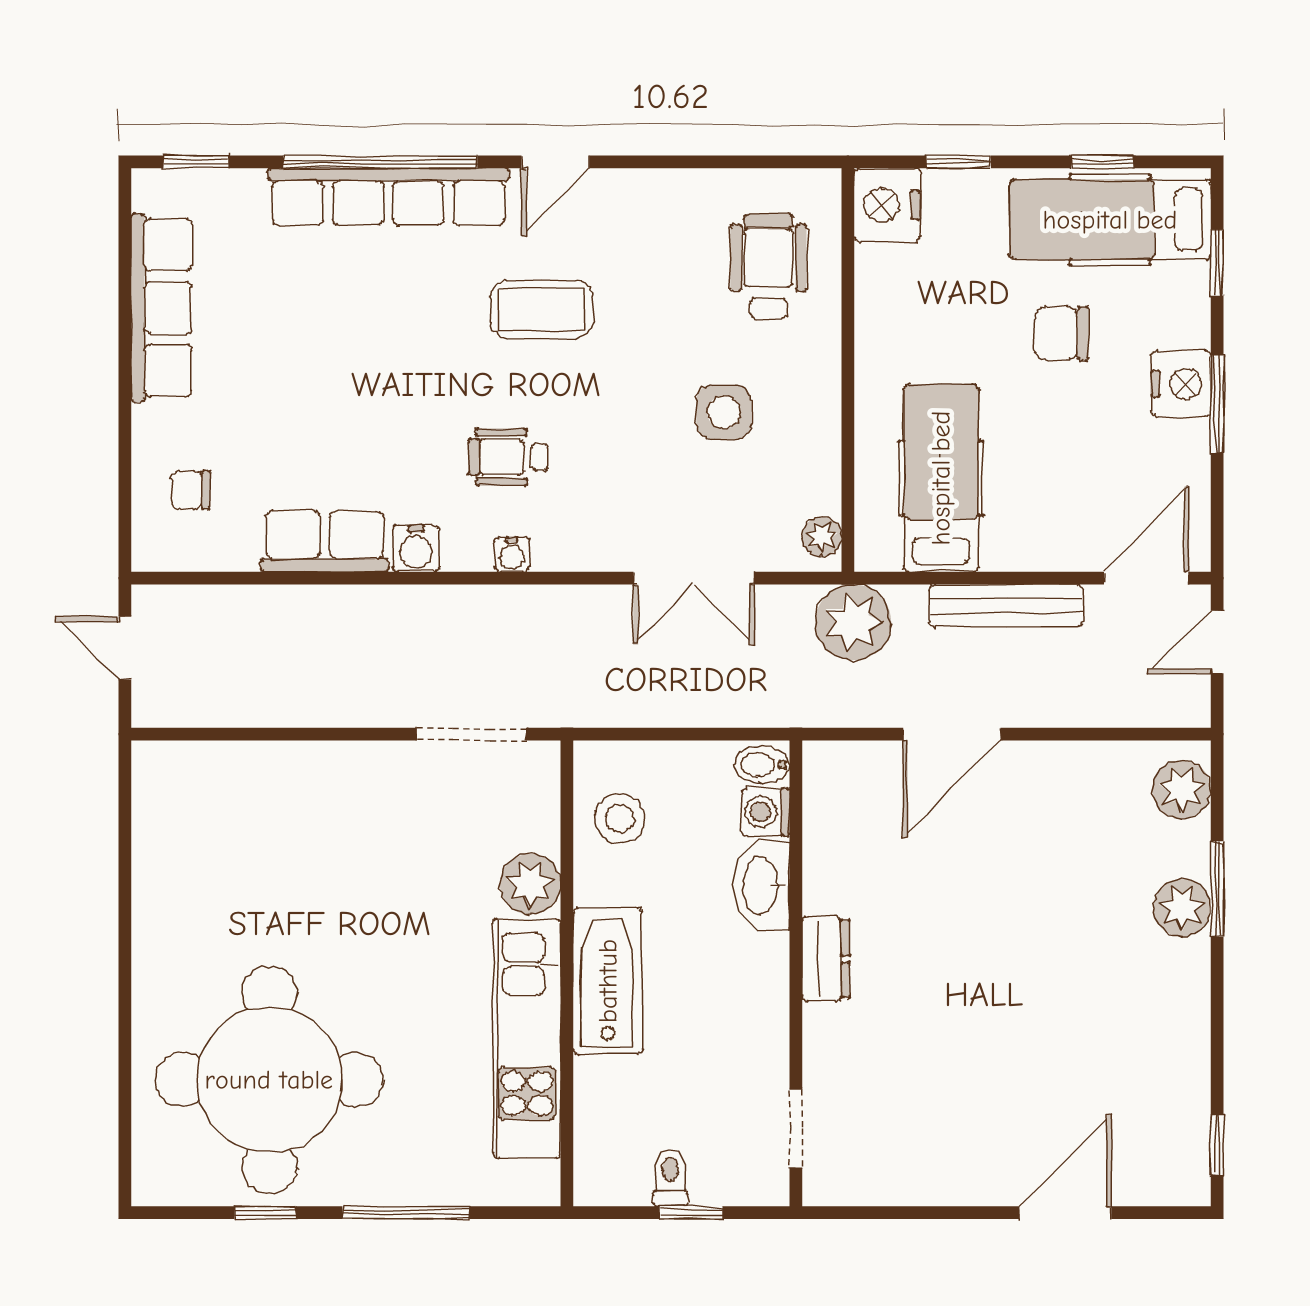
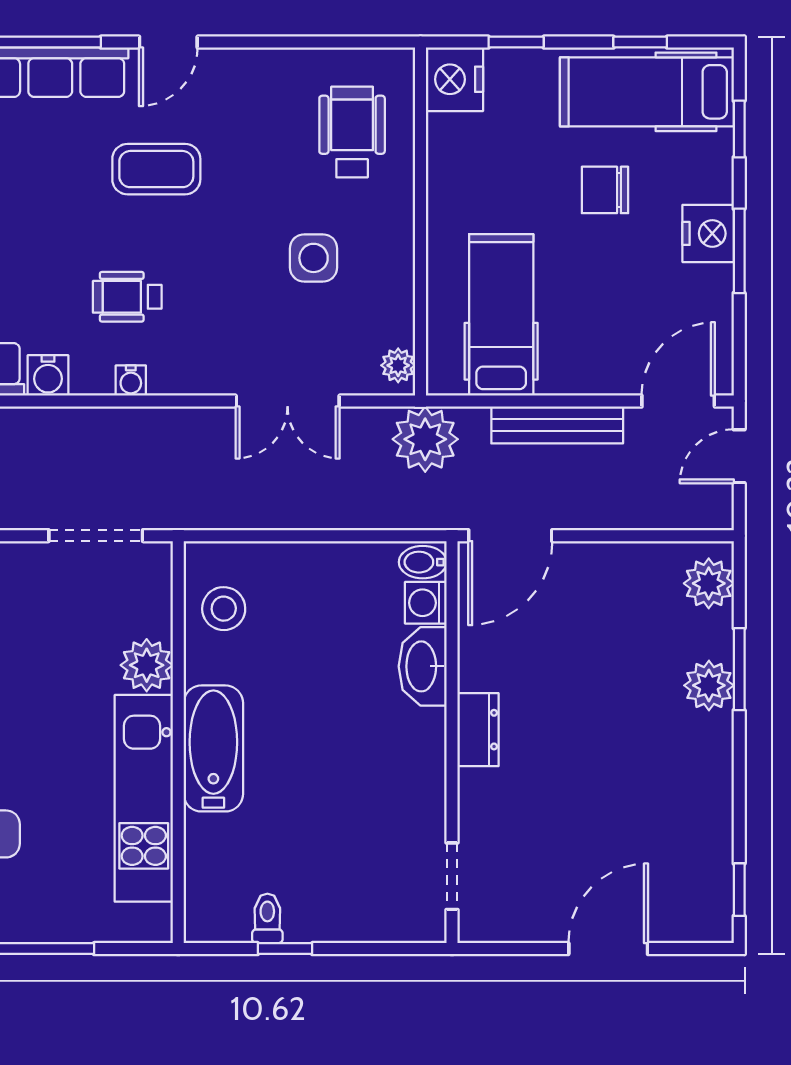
bidet: (762, 765) -> (423, 562), moved
washing machine: (765, 812) -> (426, 603), moved
washbasin: (762, 886) -> (423, 666), moved
dresser: (826, 959) -> (478, 730), moved
wall: (796, 973) -> (452, 742), moved
doorway: (796, 1129) -> (452, 876), moved

